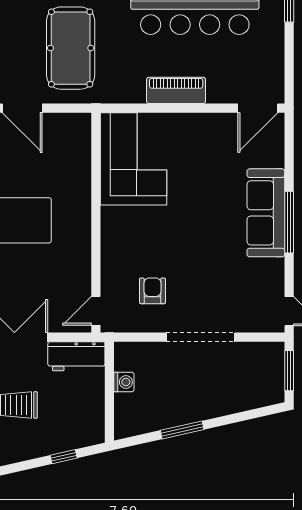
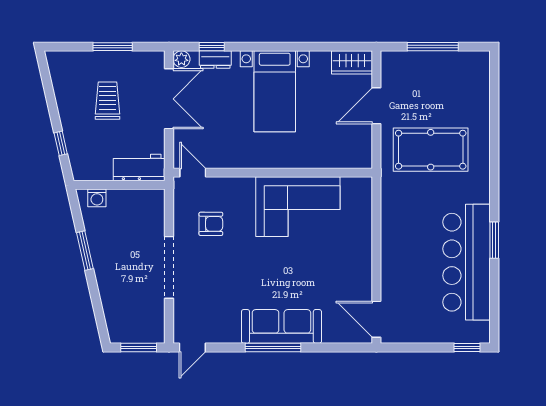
piano: (176, 90) -> (392, 245), removed
corner sofa: (134, 159) -> (298, 207), moved
workbench: (76, 356) -> (139, 167), moved, turned 90
washing machine: (124, 382) -> (97, 198), moved

